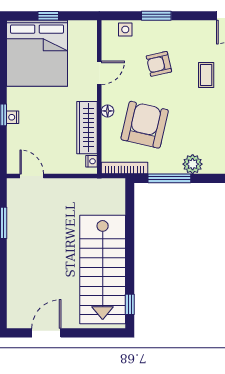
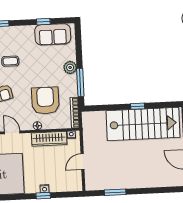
armchair: (145, 125) -> (45, 101), turned 77
door: (32, 176) -> (82, 162), moved
window: (130, 304) -> (138, 106), moved

